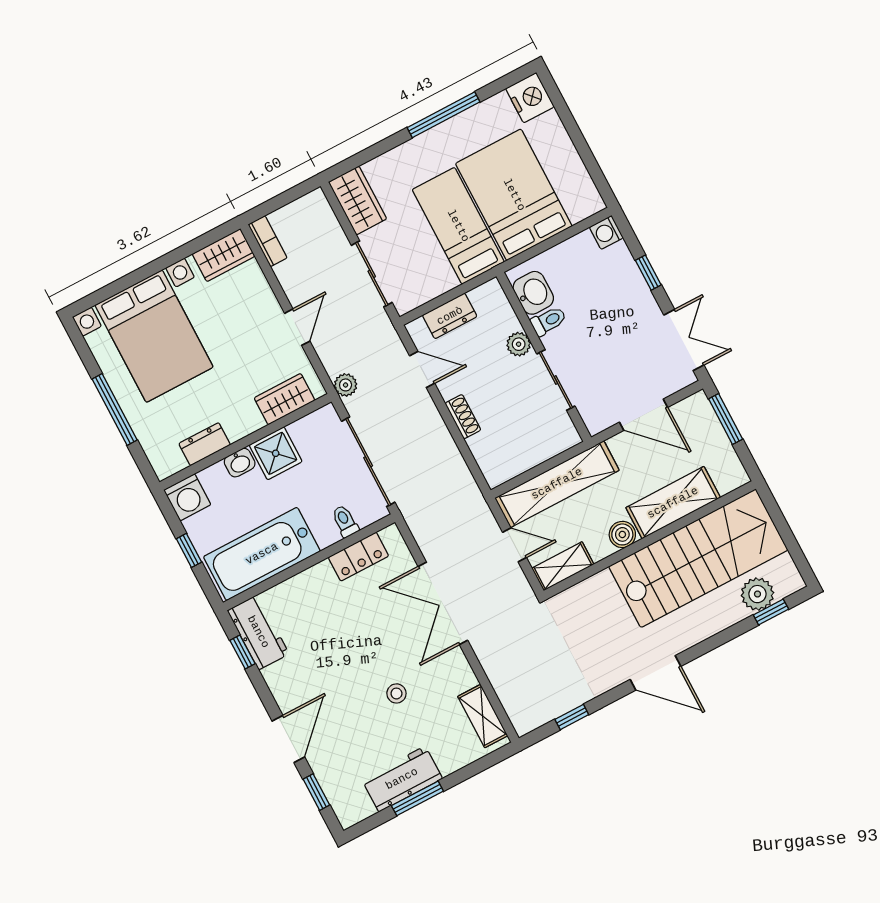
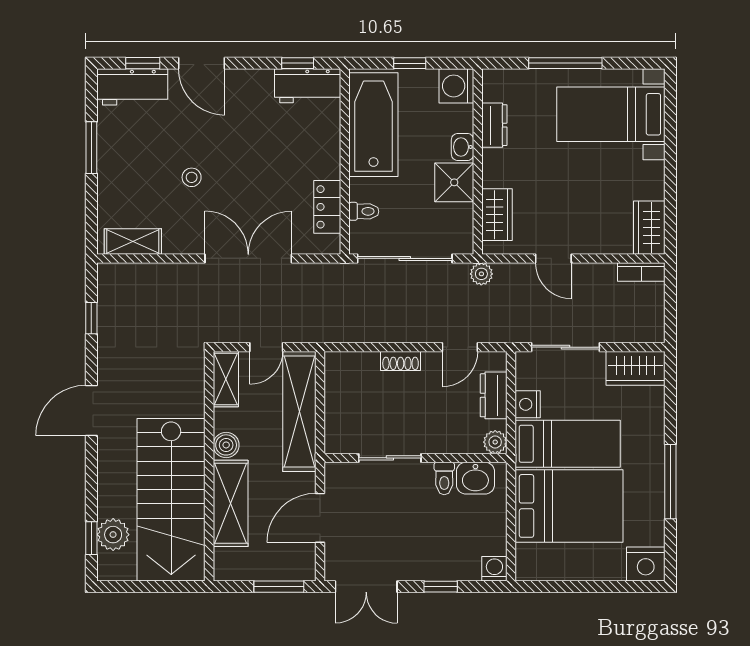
nightstand: (442, 281) -> (528, 404), added
bed with nightstands: (154, 336) -> (611, 114), width x0.73
plant: (519, 344) -> (495, 442), moved
workbench: (402, 779) -> (132, 87), moved, turned 90

